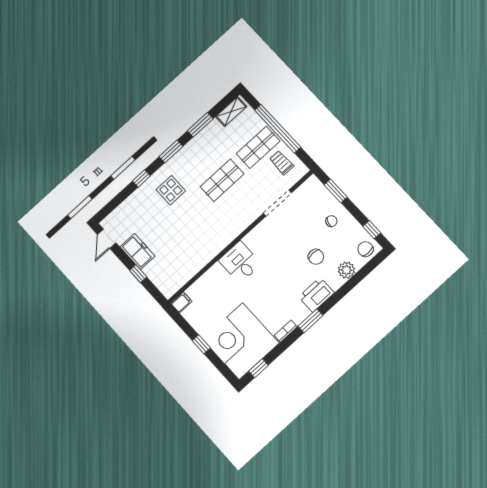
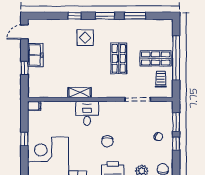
shelving: (231, 112) -> (79, 93), moved
shop shelf: (222, 180) -> (119, 58), turned 90
window: (372, 230) -> (176, 144), moved
chair: (316, 257) -> (107, 141), moved

